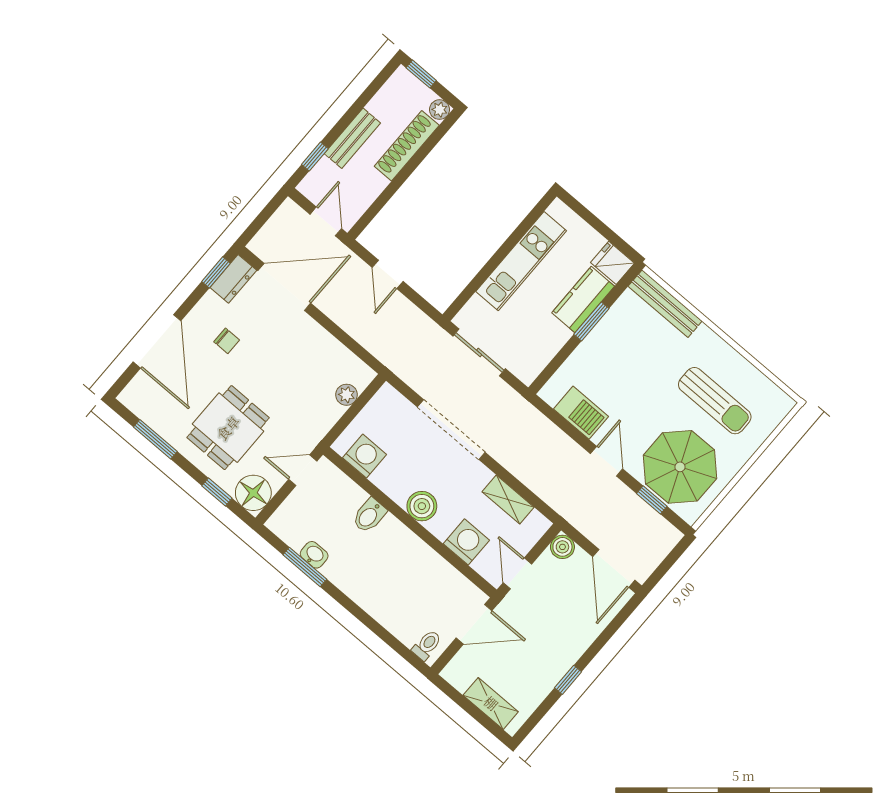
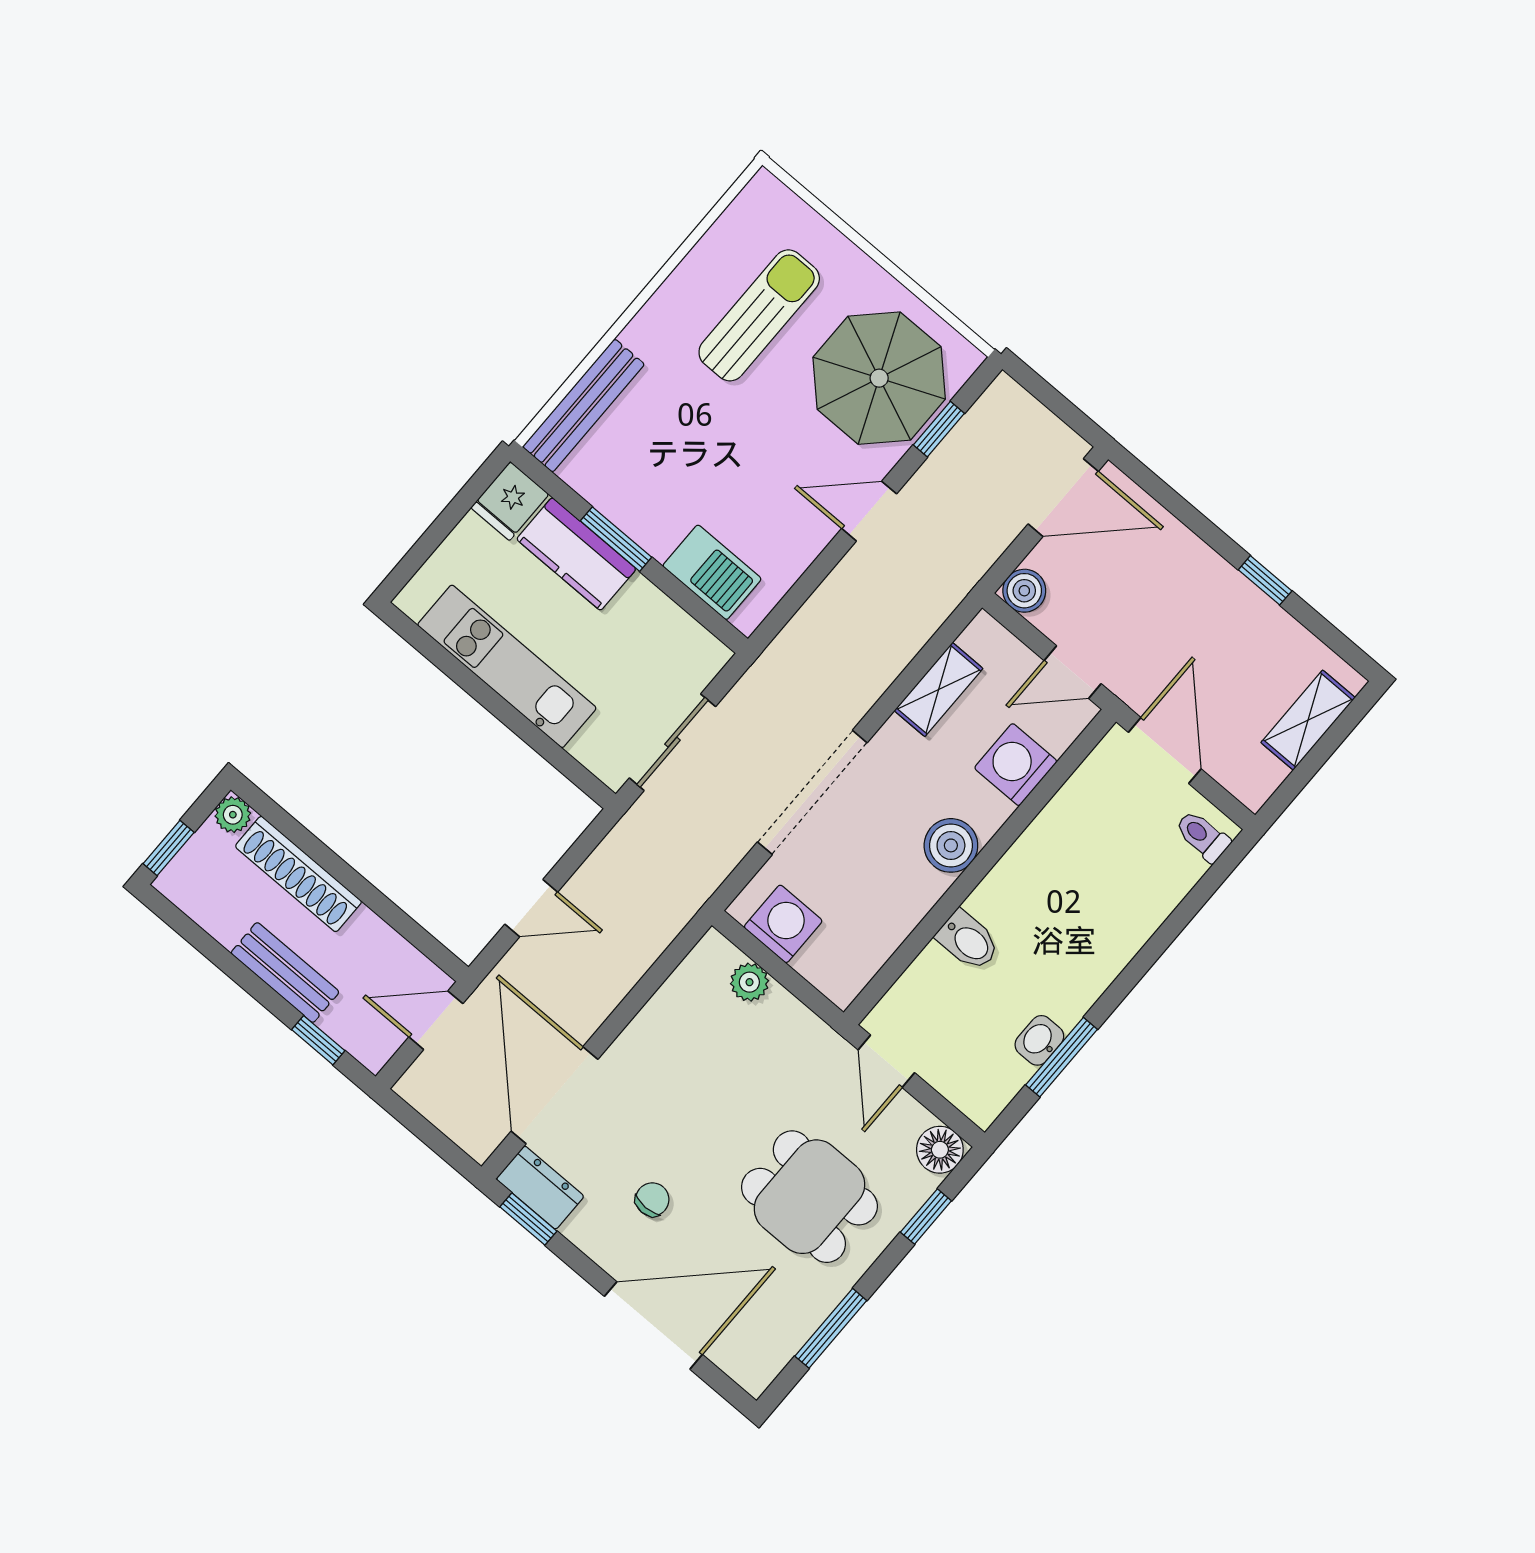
barbecue: (581, 413) -> (712, 572), moved, turned 90
washing machine: (365, 456) -> (783, 924), moved, turned 90
floor lamp: (253, 493) -> (940, 1150), width x0.73, depth x0.73

